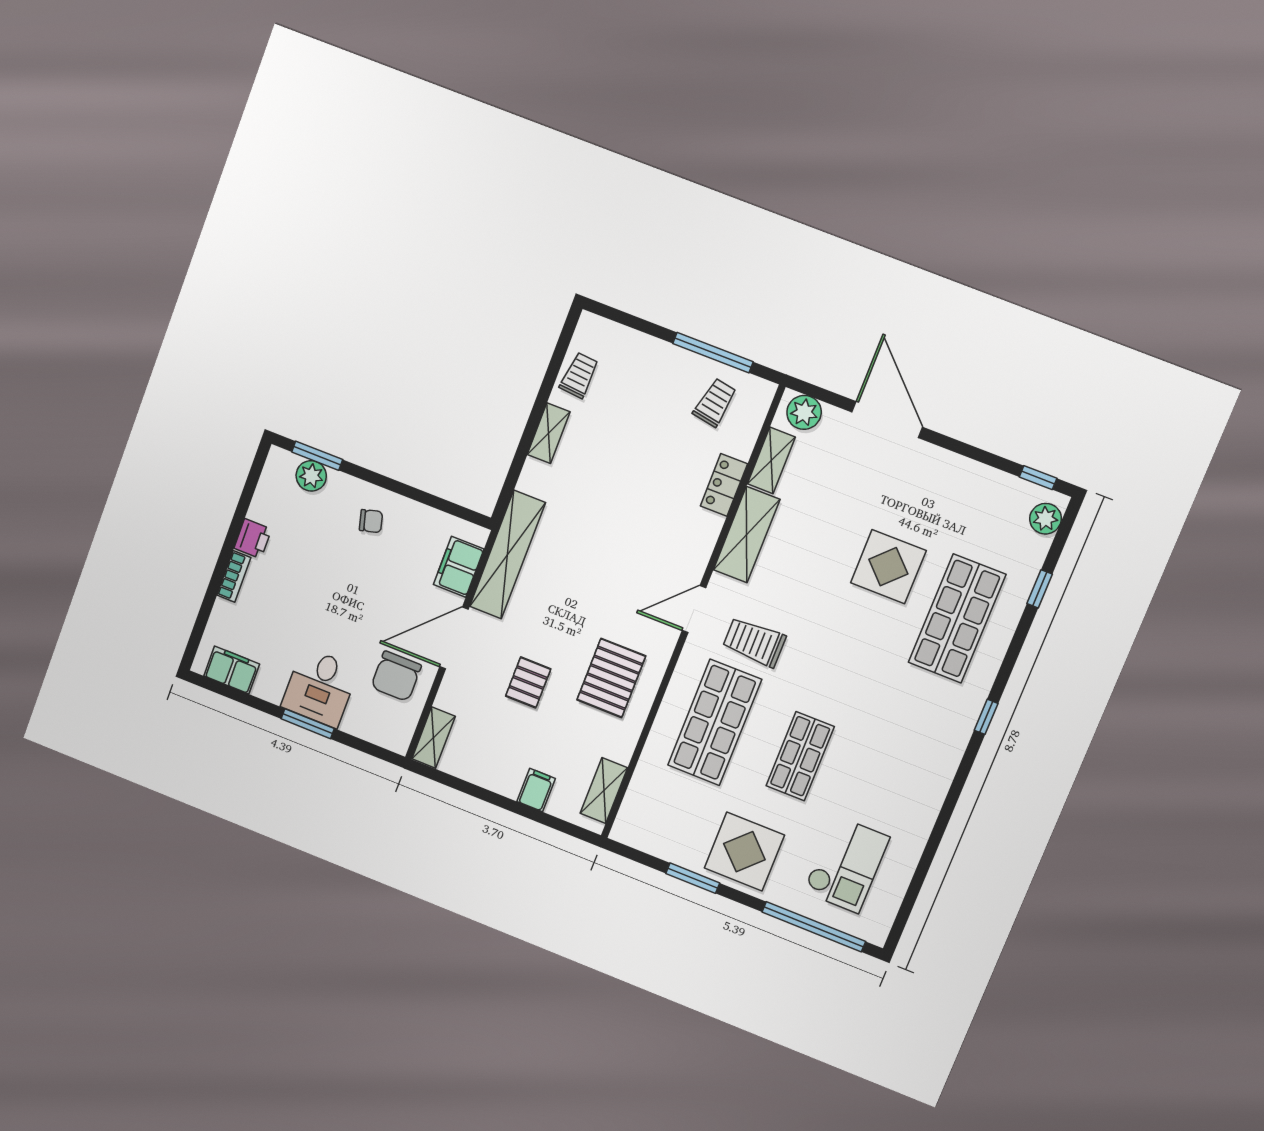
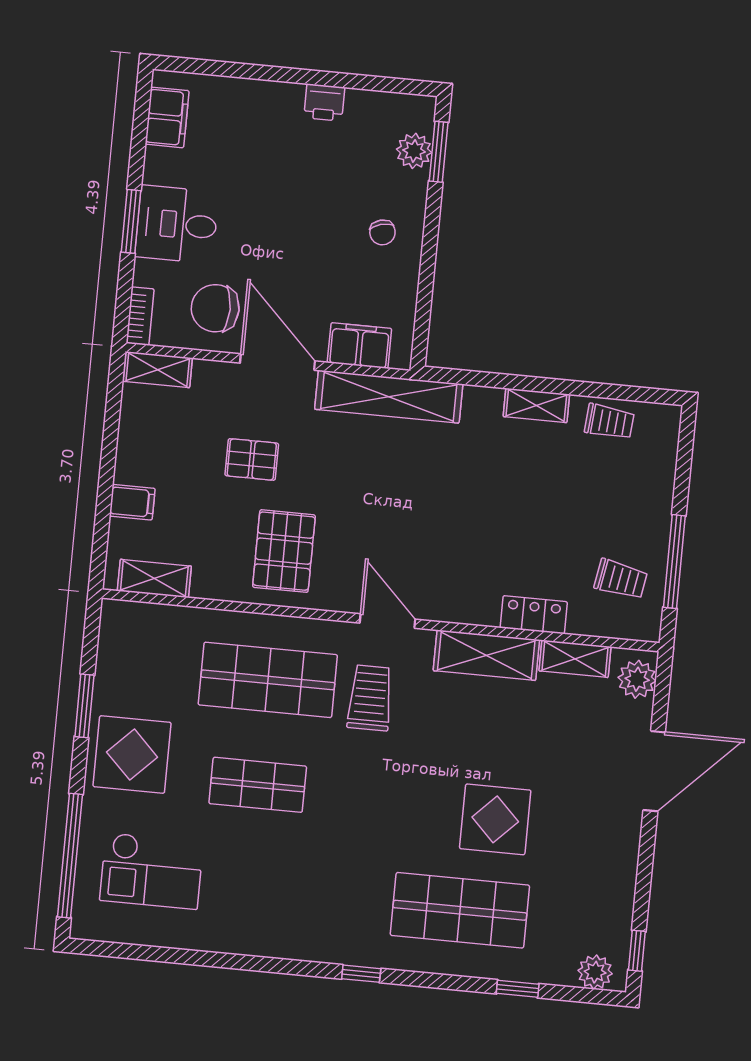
bookcase: (234, 576) -> (140, 316), moved, turned -90
pallet: (611, 678) -> (284, 551), turned 90

